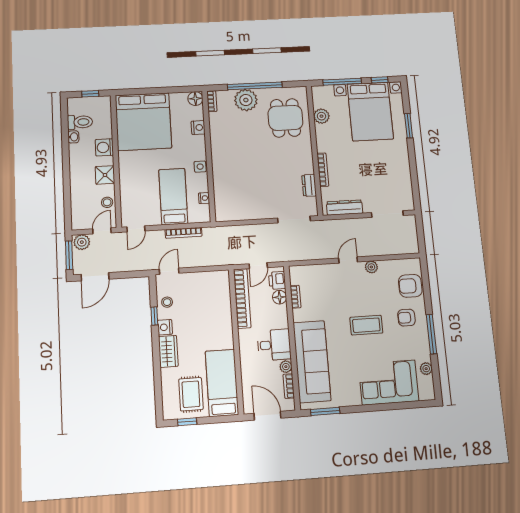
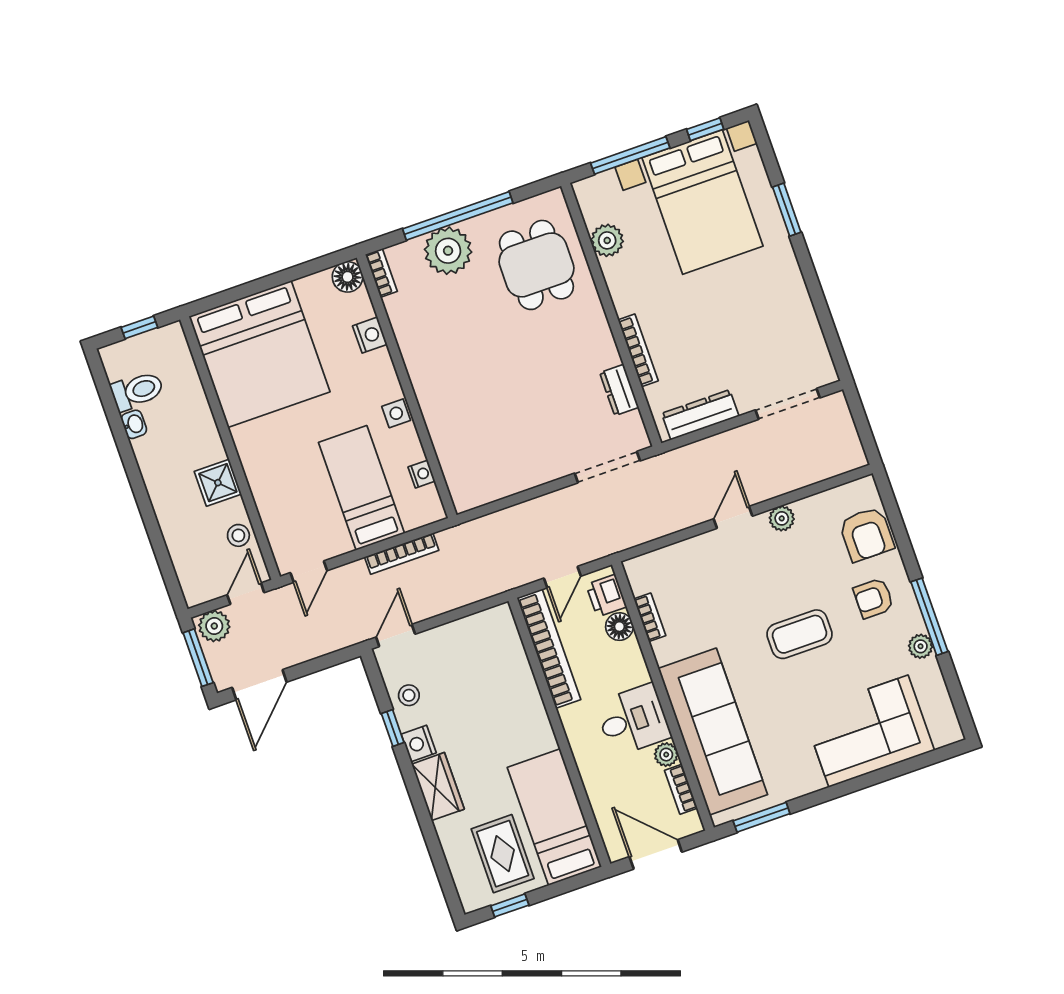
washing machine: (104, 147) -> (200, 428), removed
armchair: (410, 286) -> (866, 534), turned -90
plant: (426, 369) -> (921, 646), moved

